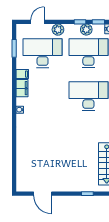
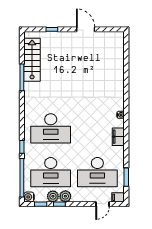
plant: (58, 30) -> (65, 196), moved
filing cabinet: (22, 74) -> (118, 197), moved
door: (43, 194) -> (86, 29), moved

